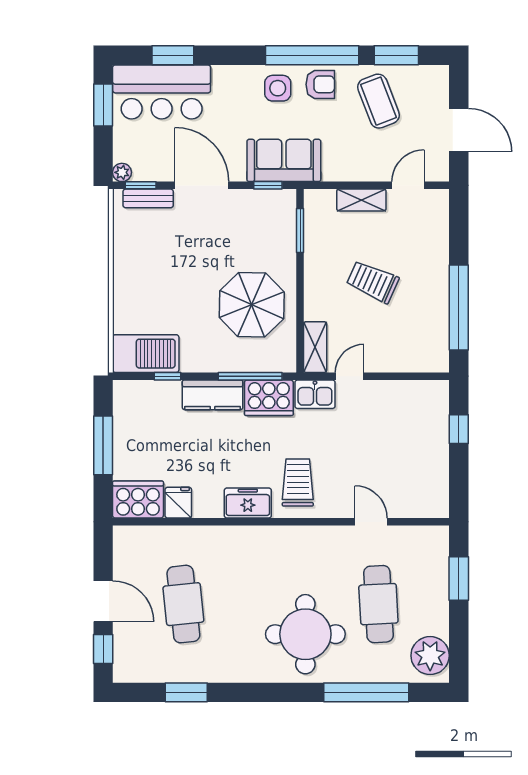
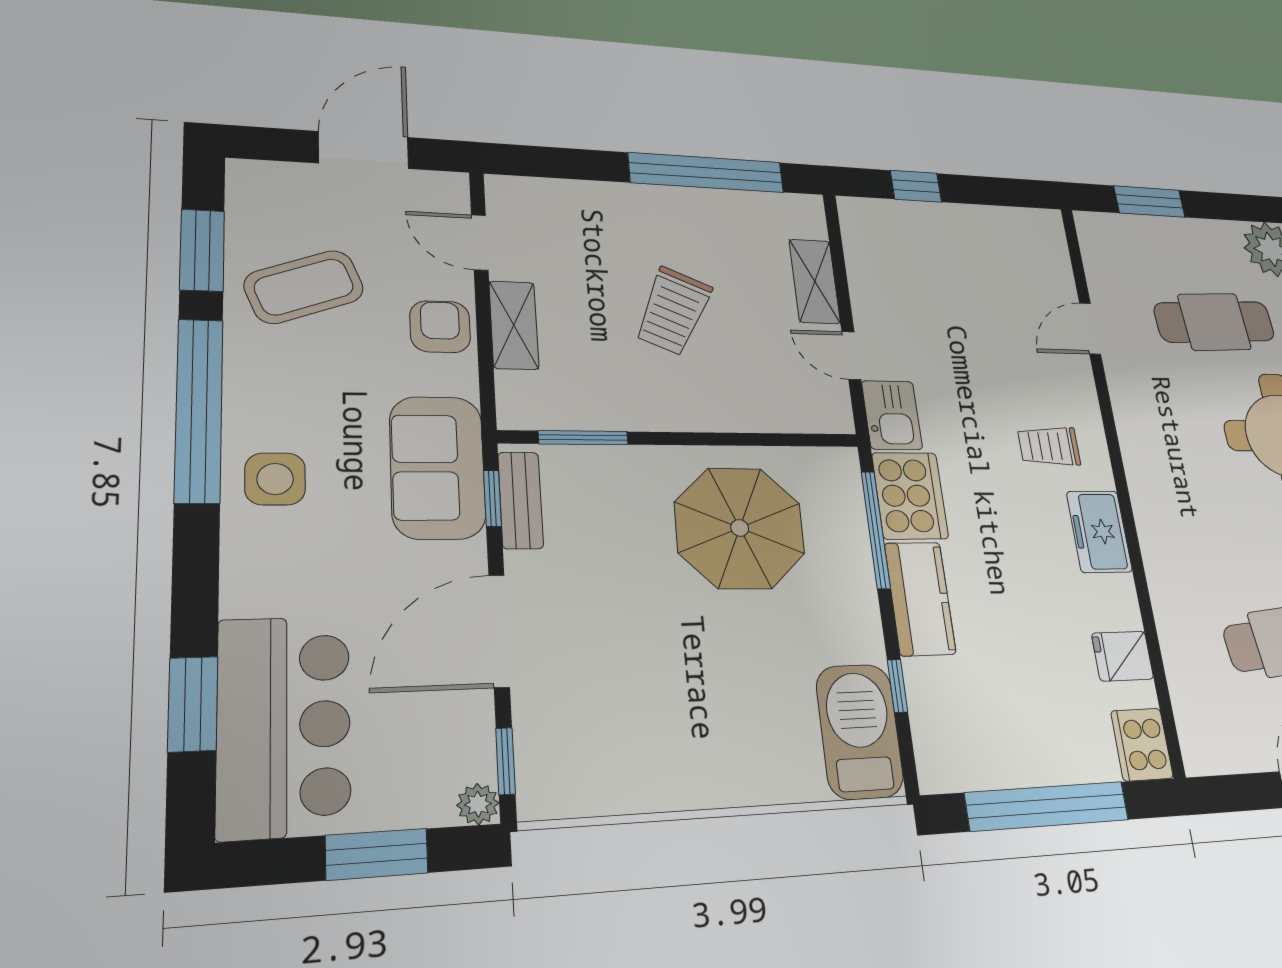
armchair: (320, 84) -> (440, 327), moved
window: (103, 105) -> (377, 854), moved
bench: (148, 198) -> (521, 500), moved
shelving: (315, 347) -> (815, 281), moved, turned 90
window: (103, 445) -> (1047, 806), width x1.46
trolley: (298, 483) -> (1049, 446), width x0.73, depth x0.72
cooker: (138, 500) -> (1142, 745), width x0.73, depth x0.76

